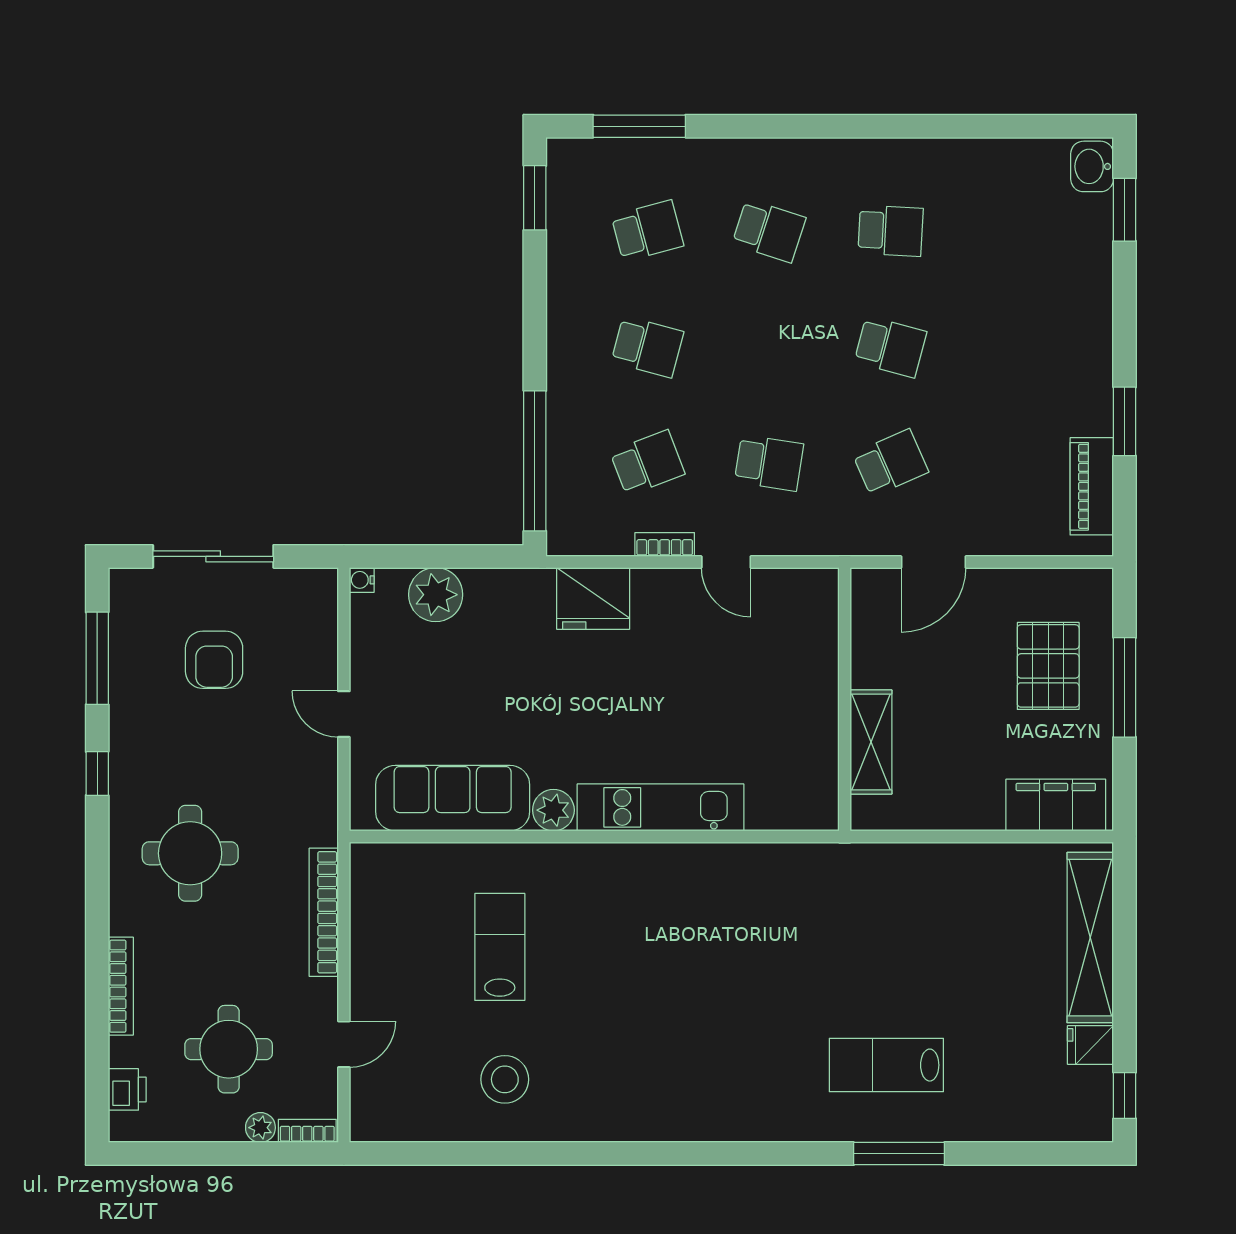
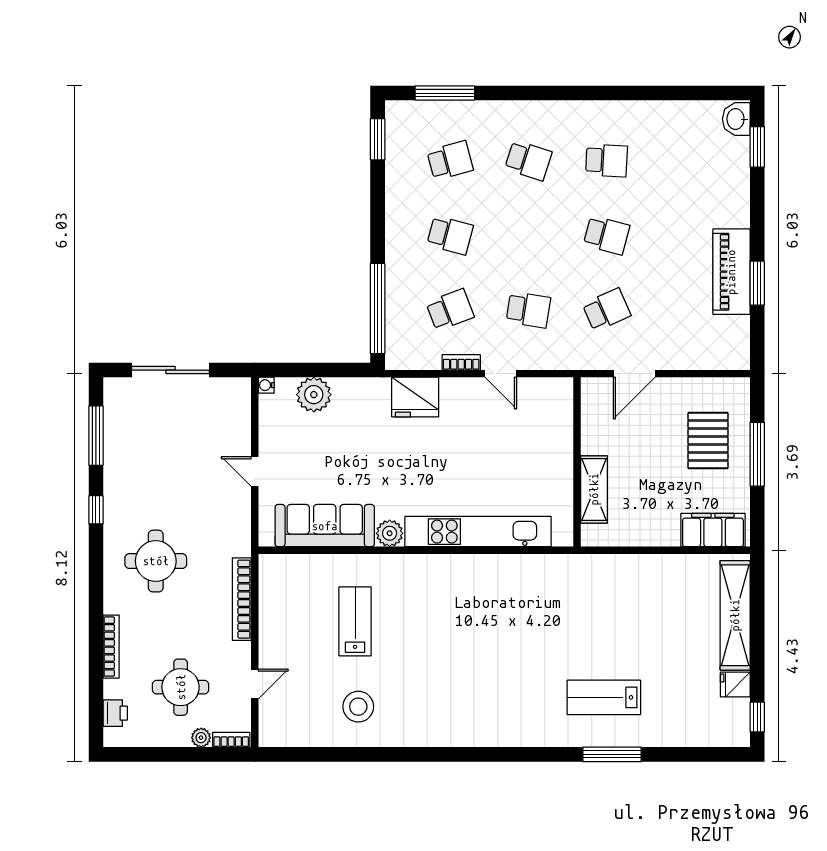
piano: (1092, 486) -> (731, 272), moved, width x1.37, depth x1.33
armchair: (214, 660) -> (171, 437), removed
kitchen unit: (661, 807) -> (478, 532), width x1.36

